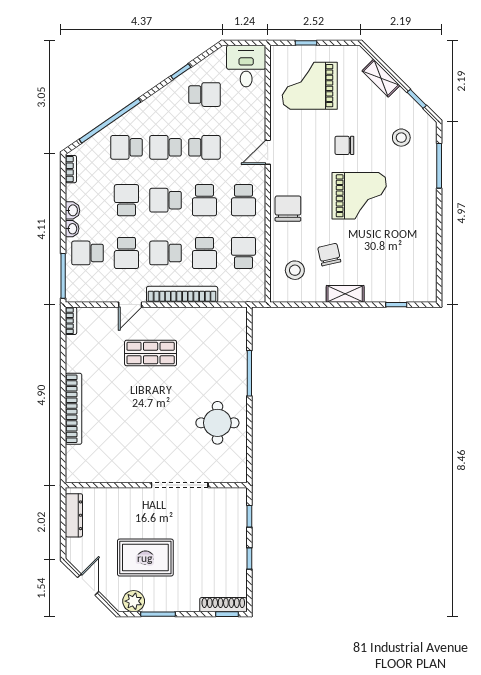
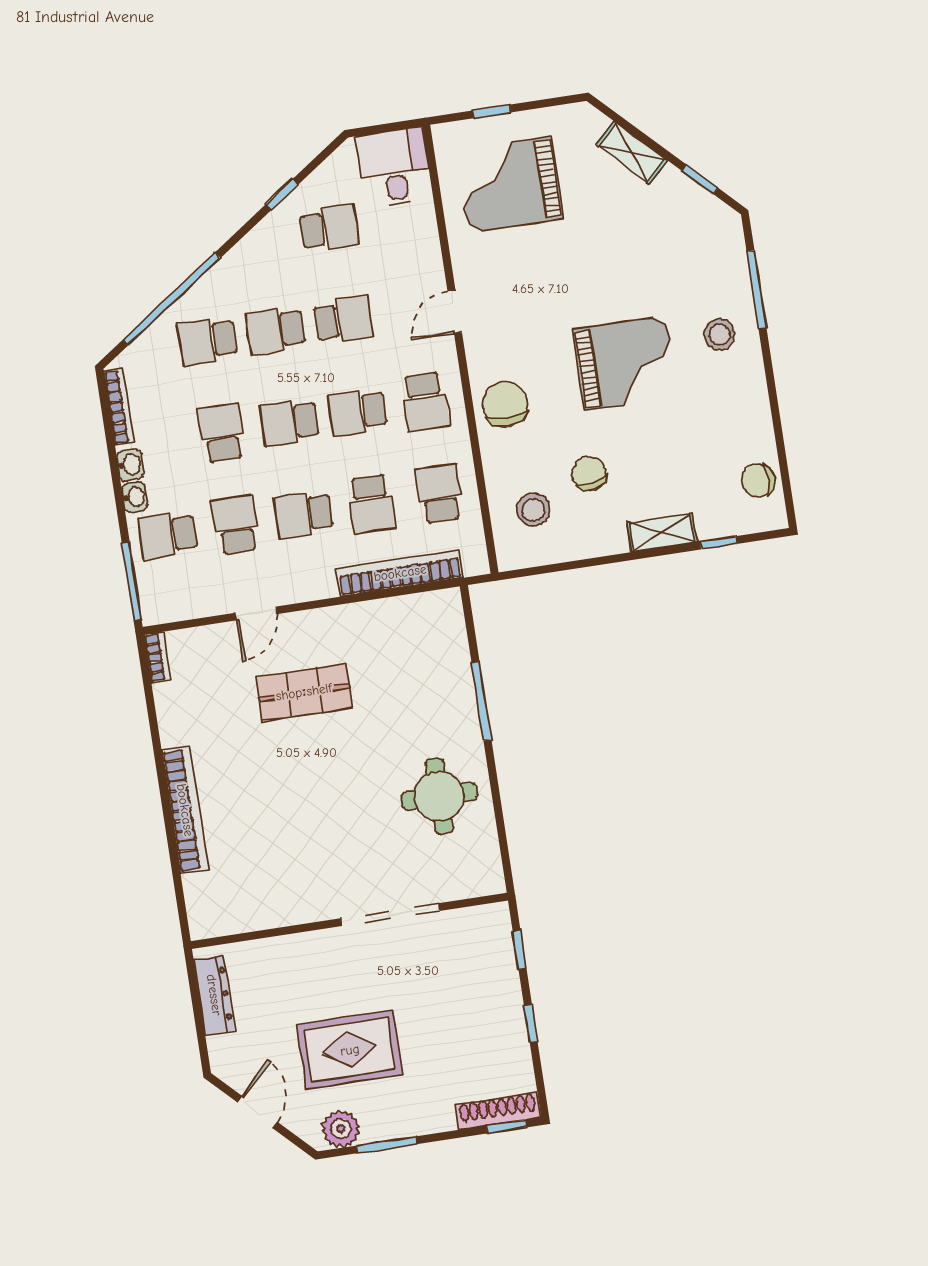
stool: (401, 138) -> (720, 334), moved
chair: (344, 145) -> (758, 481), moved
bookcase: (71, 169) -> (119, 407), width x1.56
school desk: (204, 200) -> (357, 412), turned 90
school desk: (126, 253) -> (236, 525), turned 180
bookcase: (182, 294) -> (400, 573), moved
shelving: (345, 294) -> (662, 532), moved

